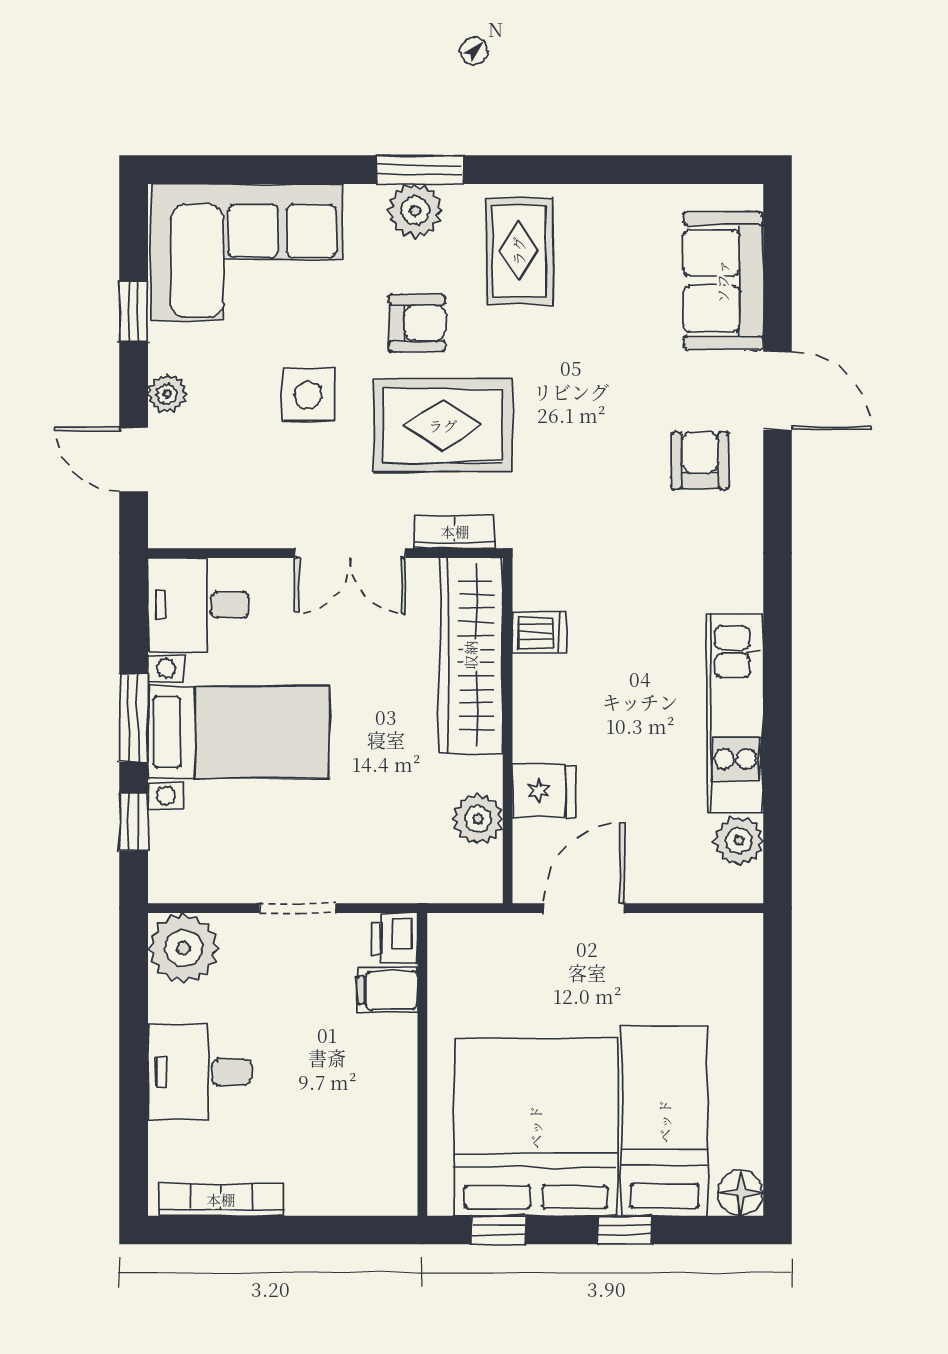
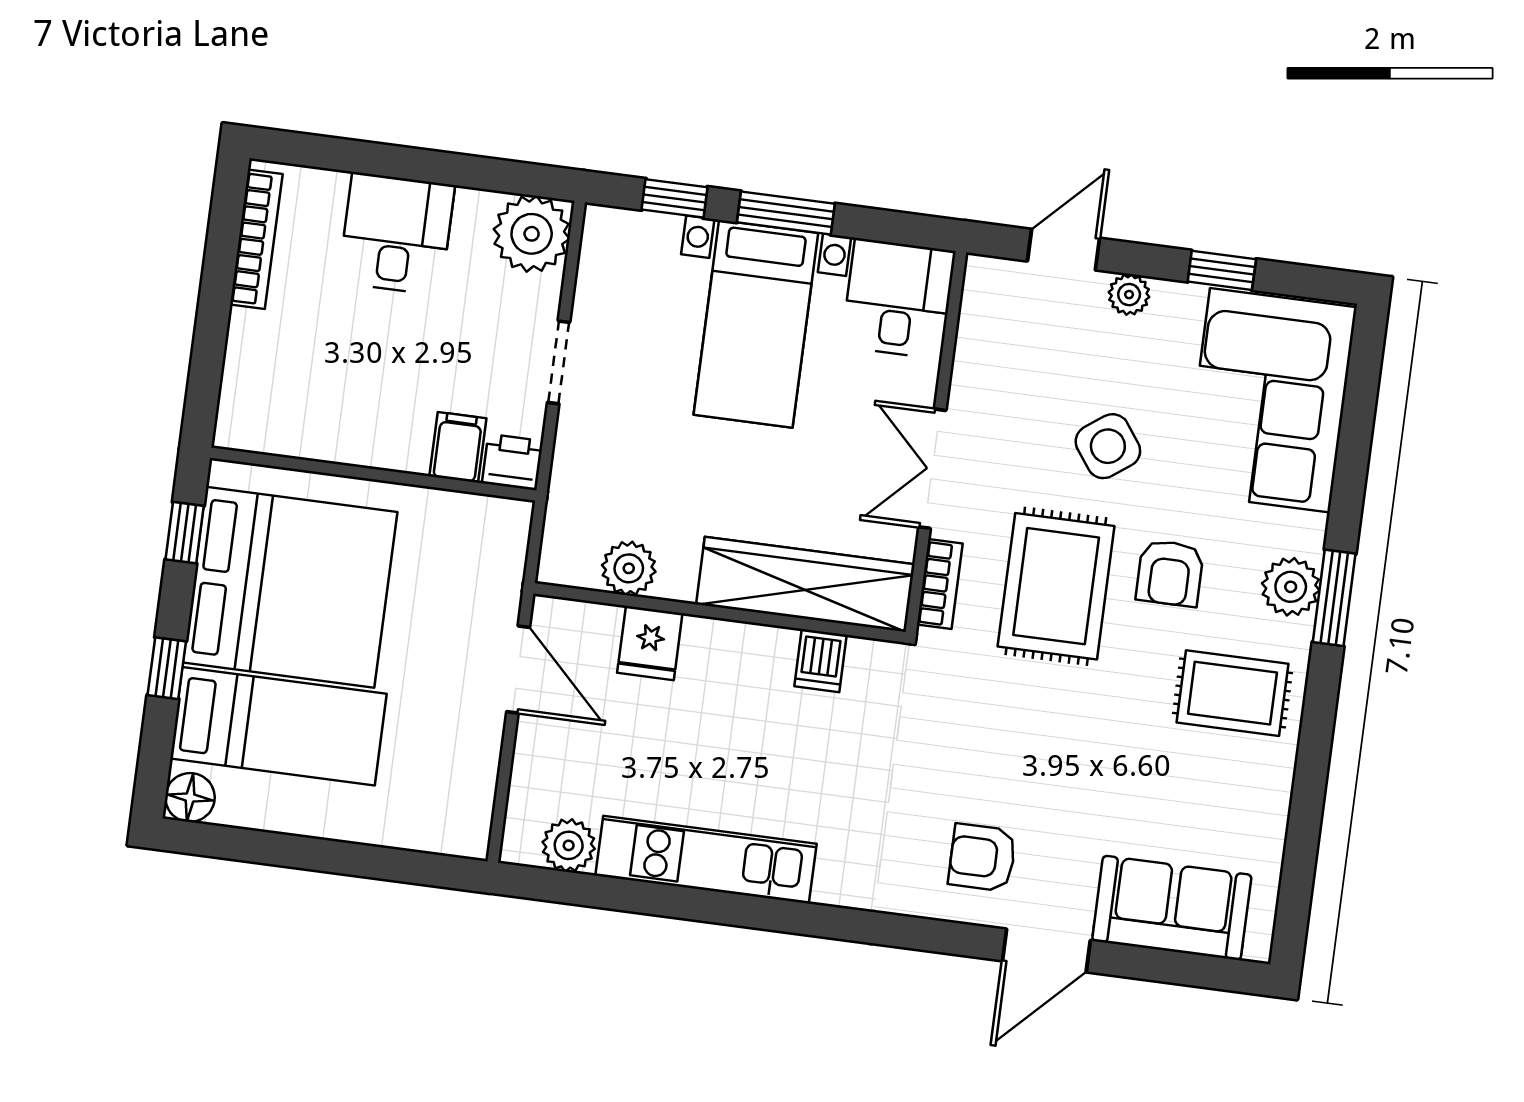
side table: (308, 395) -> (1108, 446), turned -36
armchair: (700, 460) -> (982, 857), turned 180

